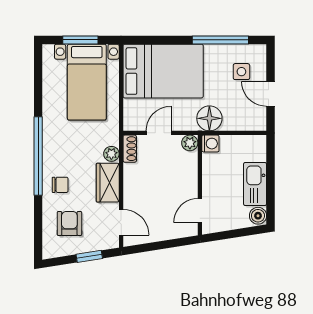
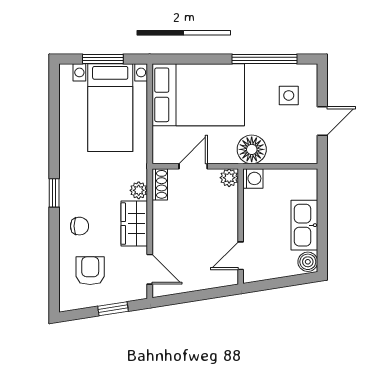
door: (271, 94) -> (322, 121), swing flipped
window: (38, 156) -> (54, 193), width x0.32

